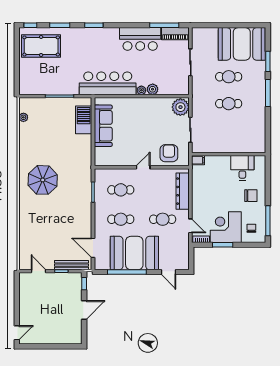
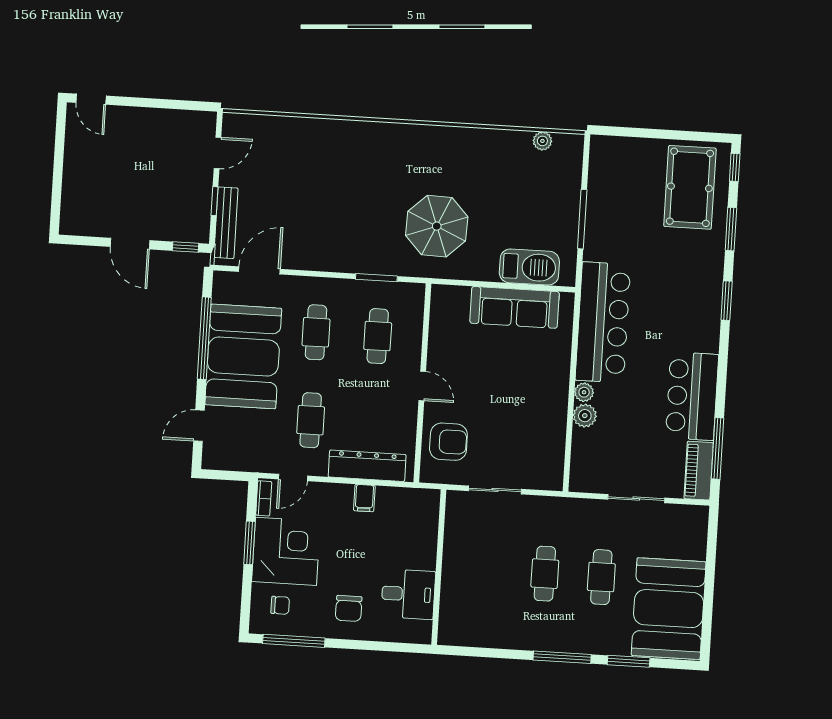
plant: (180, 107) -> (544, 472), removed
filing cabinet: (198, 160) -> (364, 498), moved
parasol: (43, 180) -> (437, 226), moved

